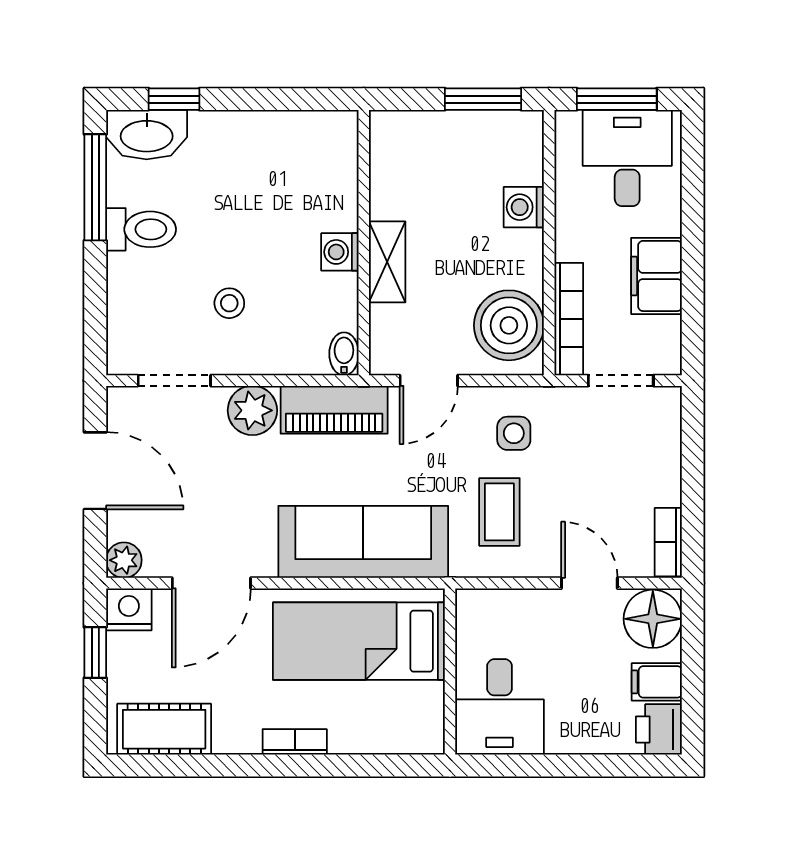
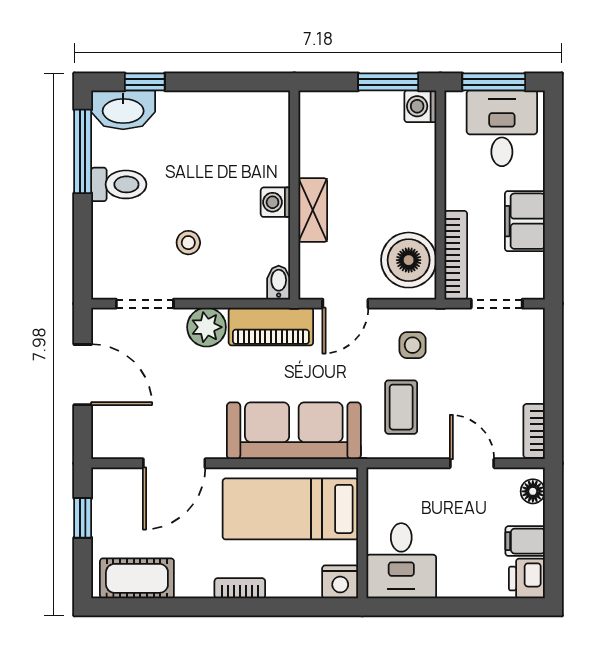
washing machine: (524, 207) -> (420, 106), moved
plant: (124, 560) -> (105, 445), removed
nightstand: (129, 609) -> (340, 582), moved, turned 180
floor lamp: (653, 619) -> (533, 491), width x0.53, depth x0.53

